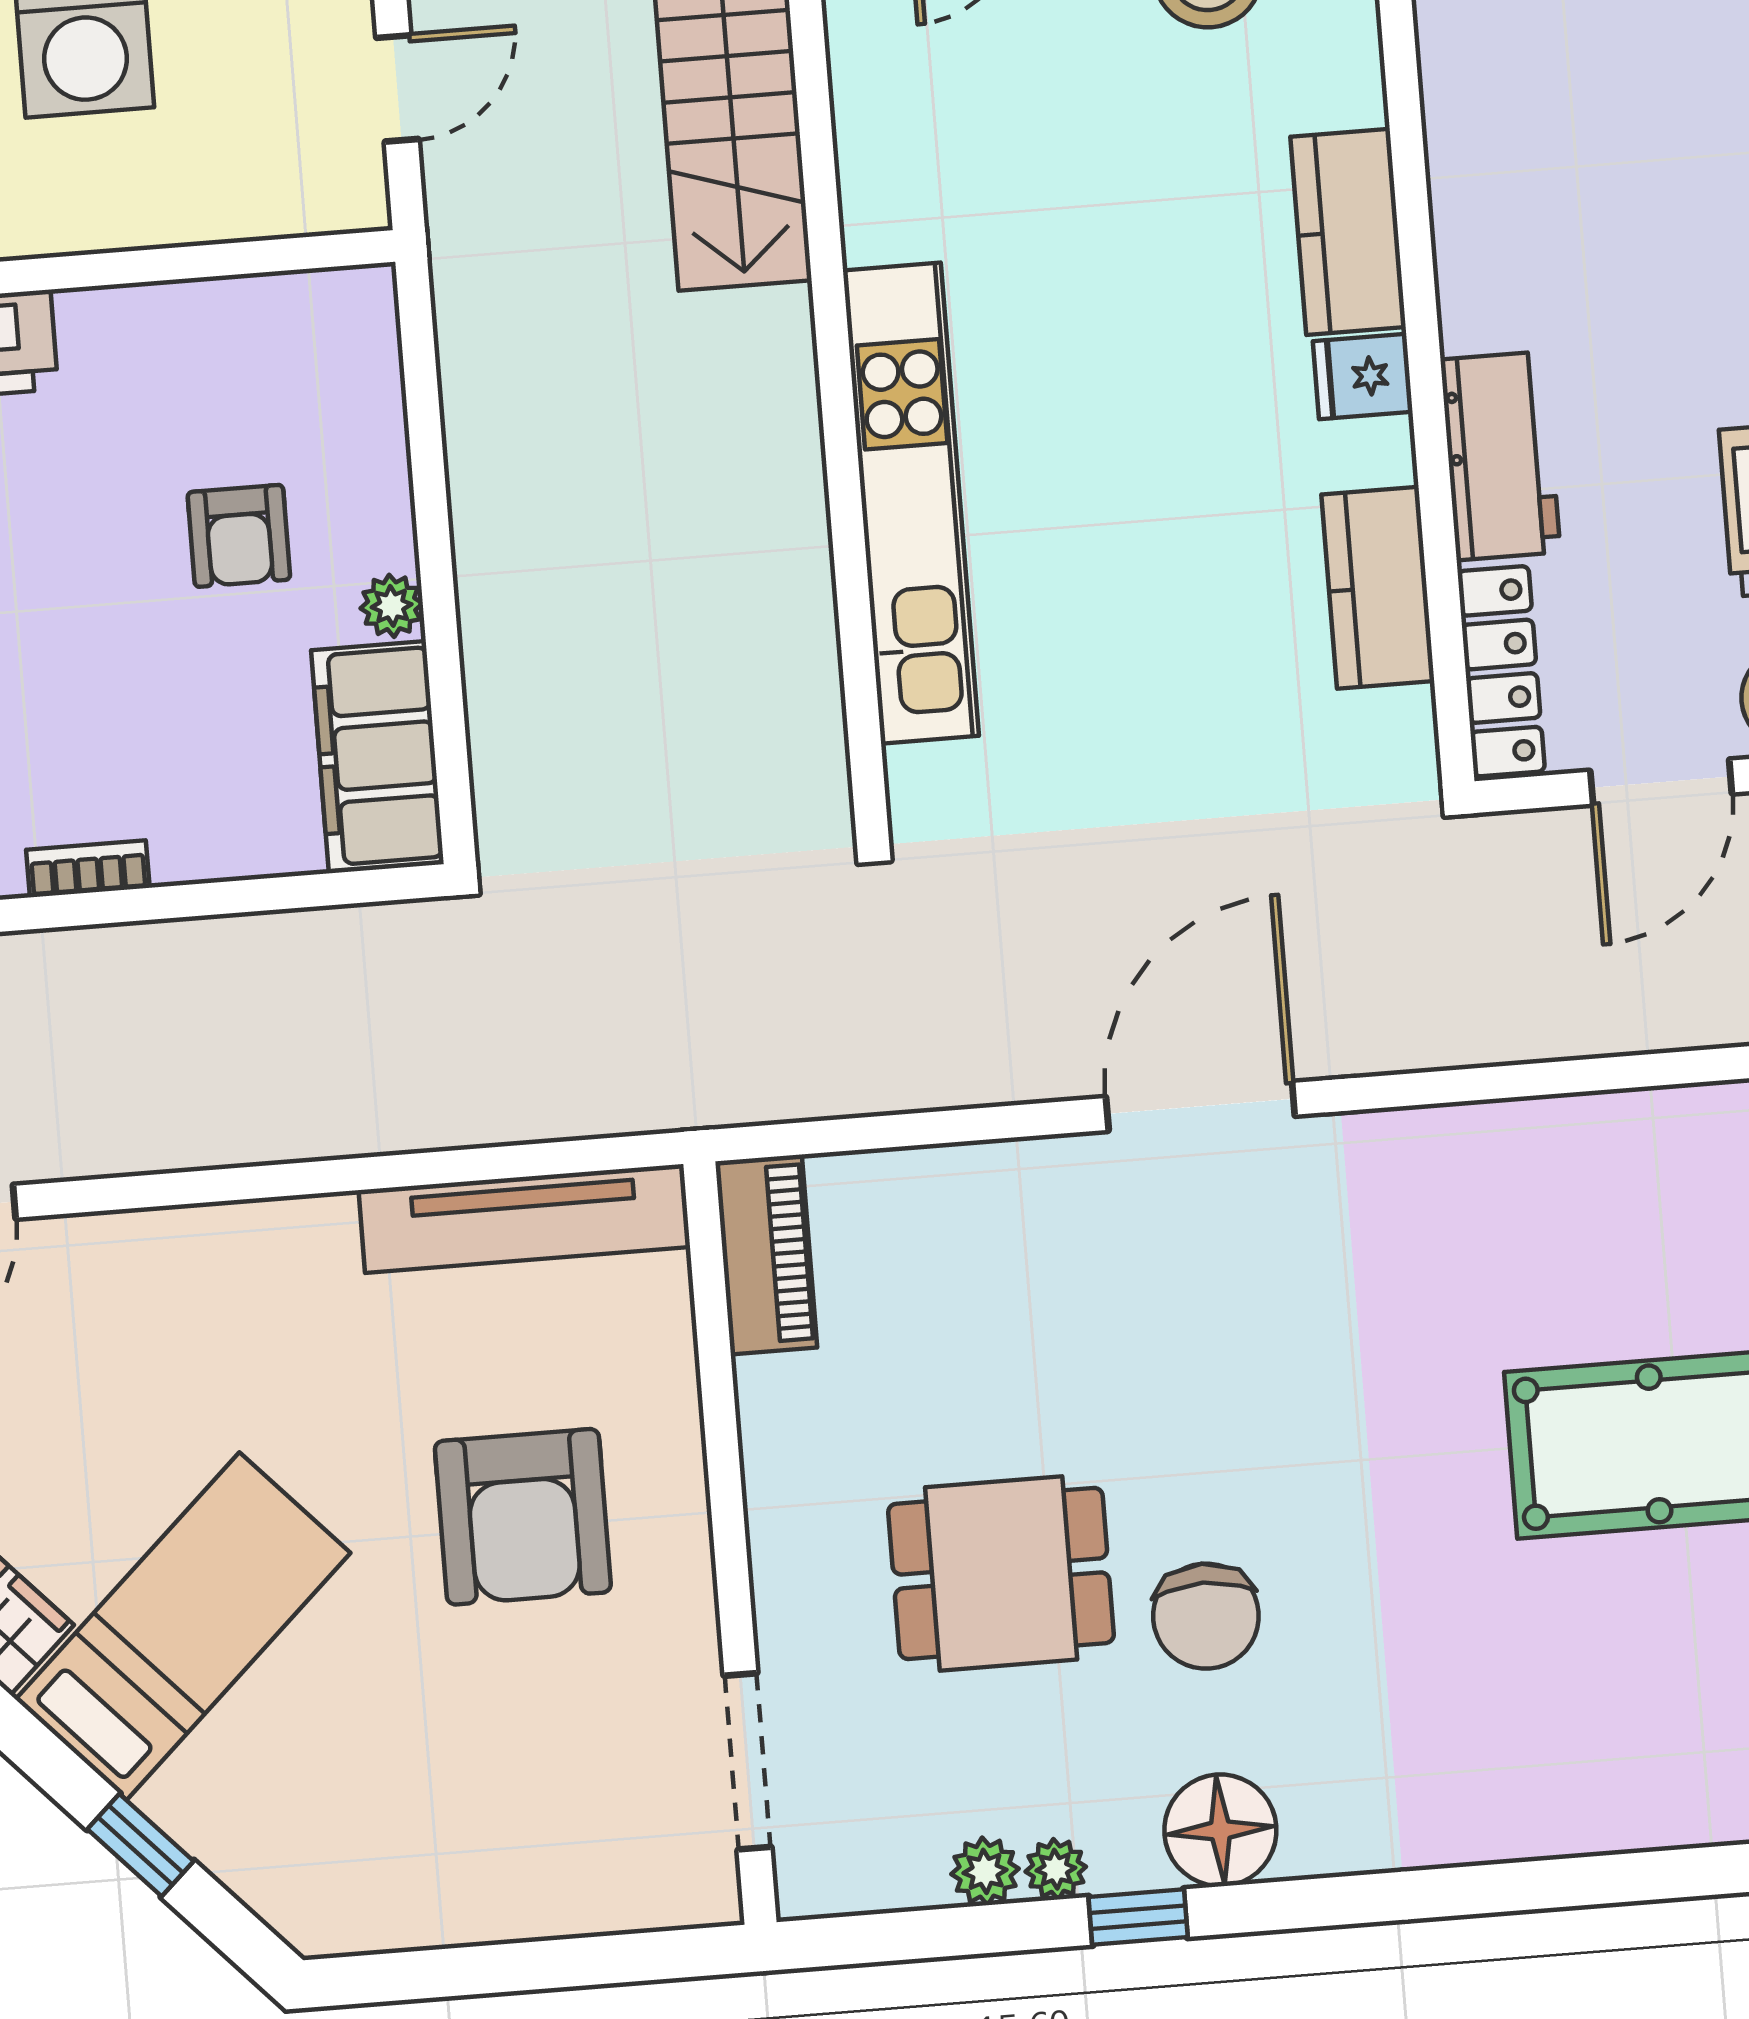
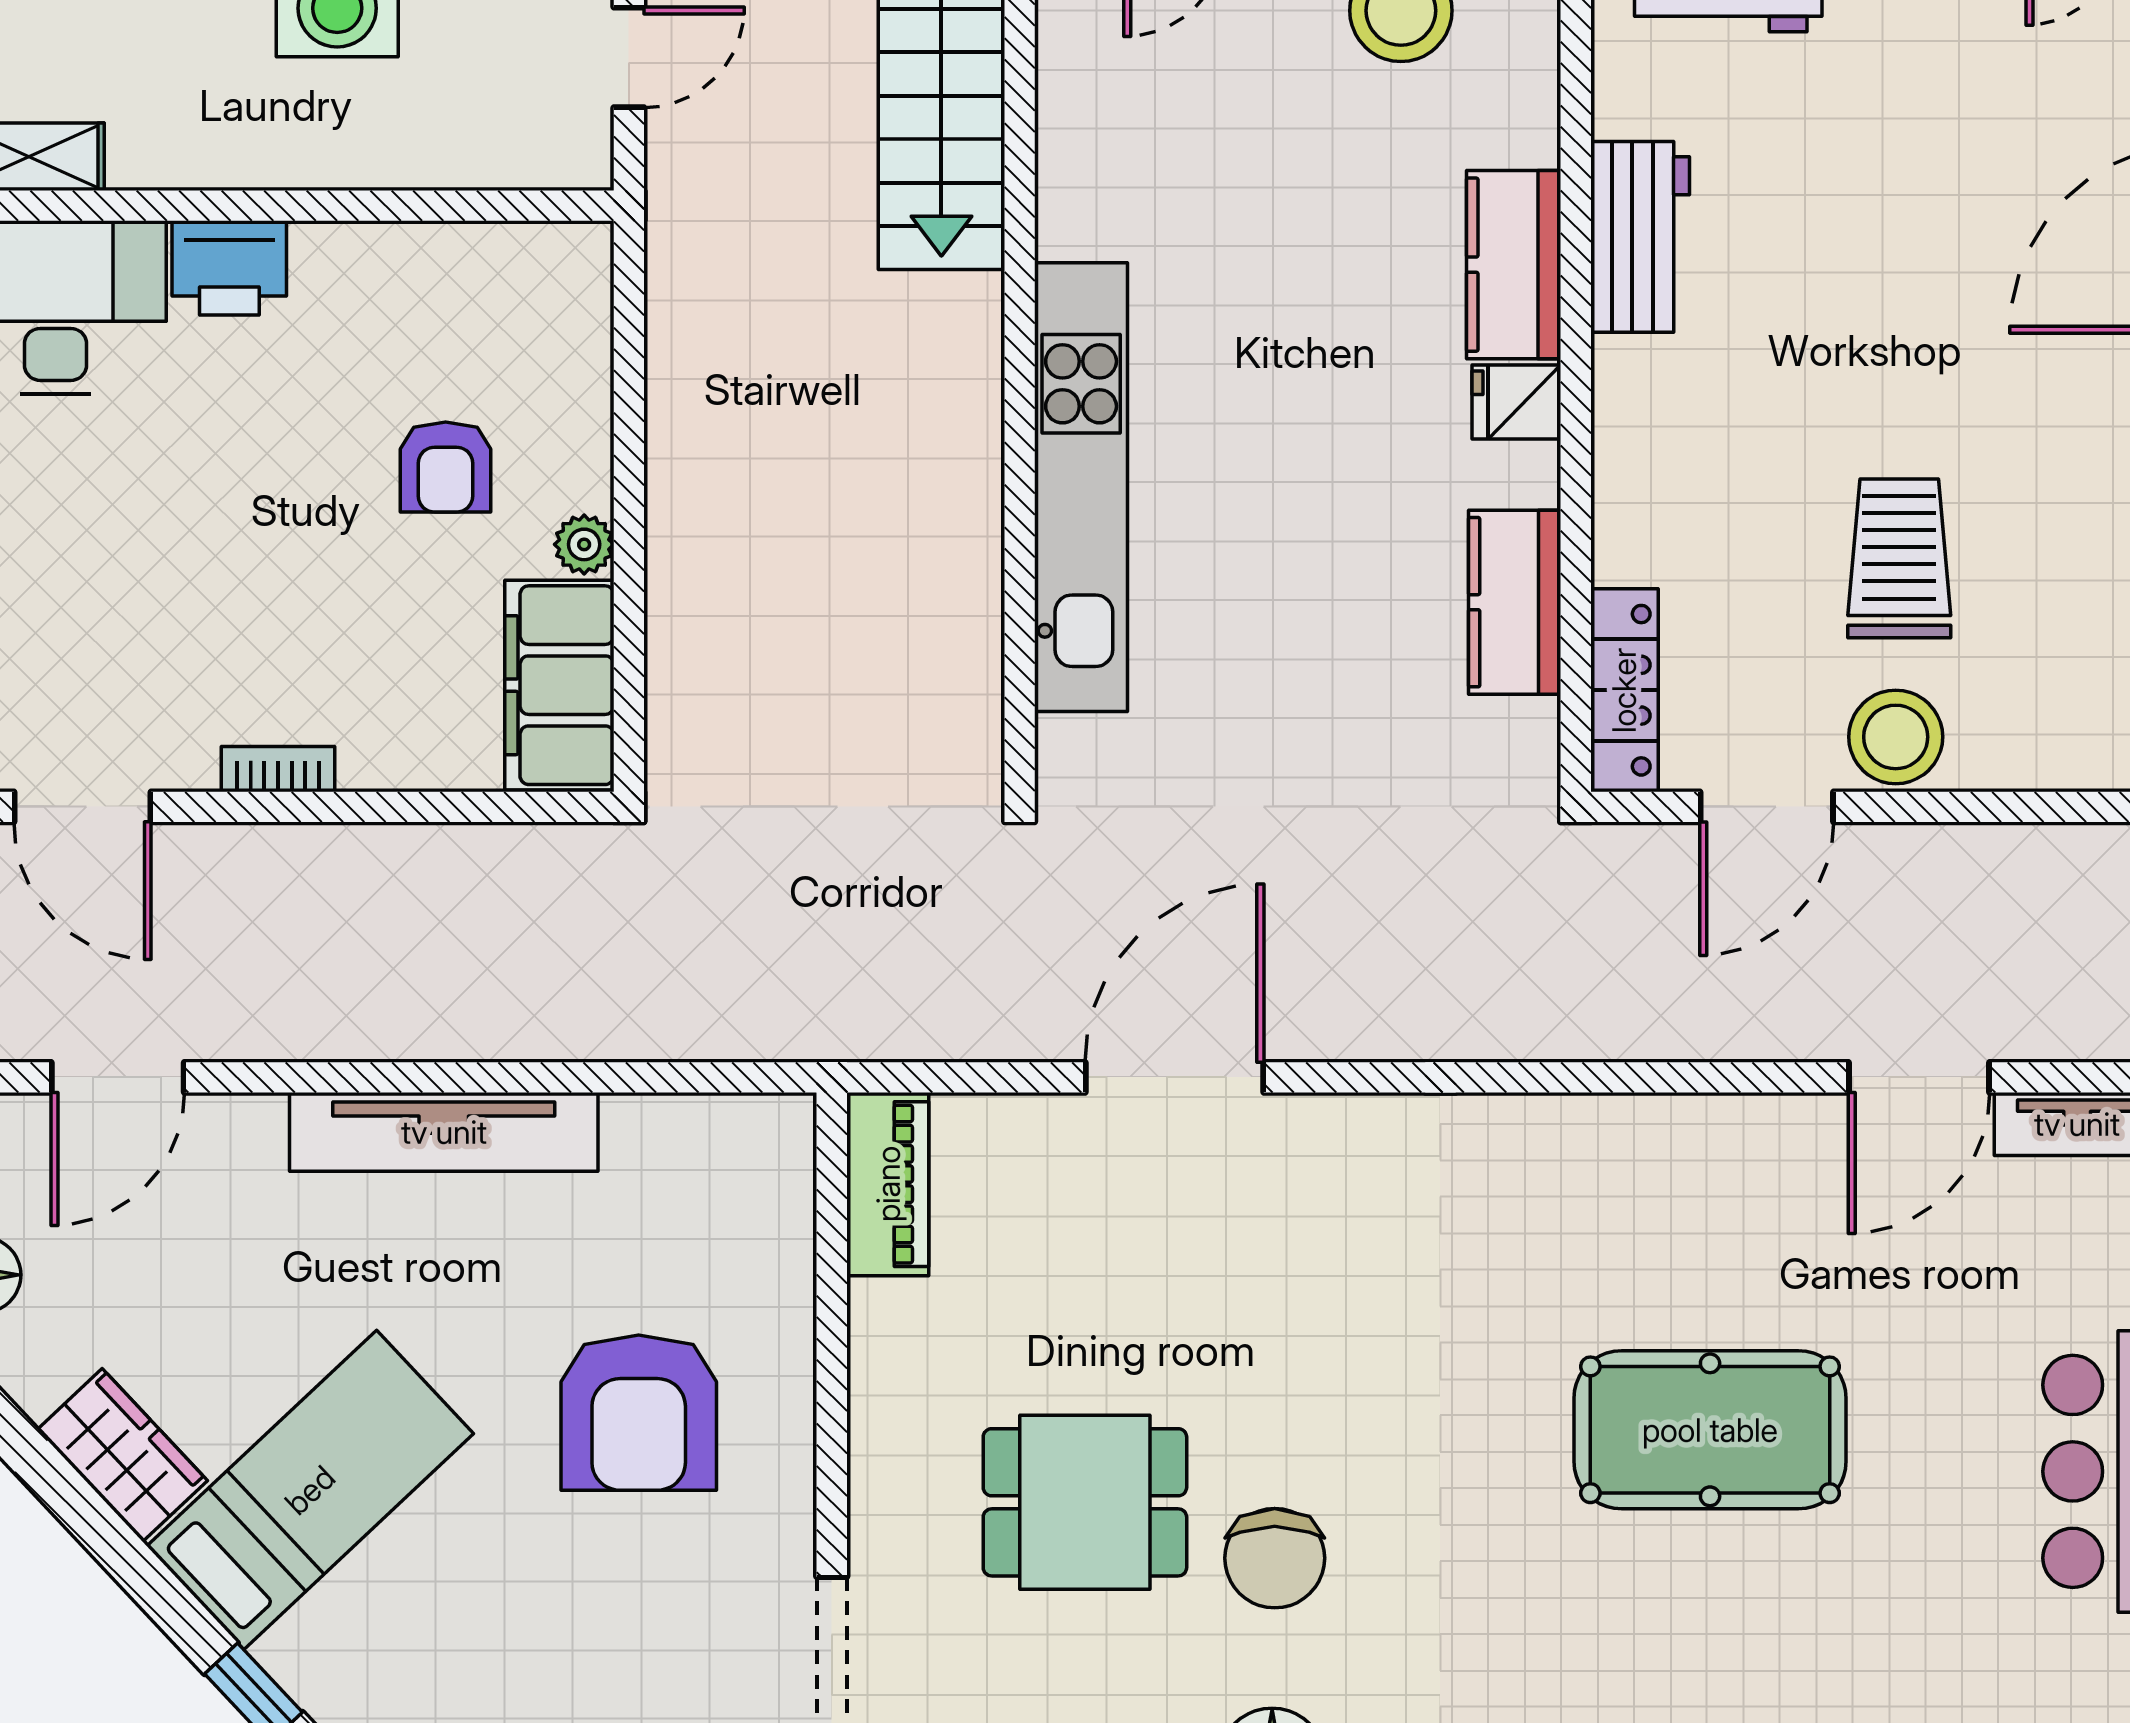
workbench: (1500, 456) -> (1640, 237), moved
door: (1200, 1106) -> (1174, 1077), moved
tv unit: (524, 1219) -> (444, 1132), moved

